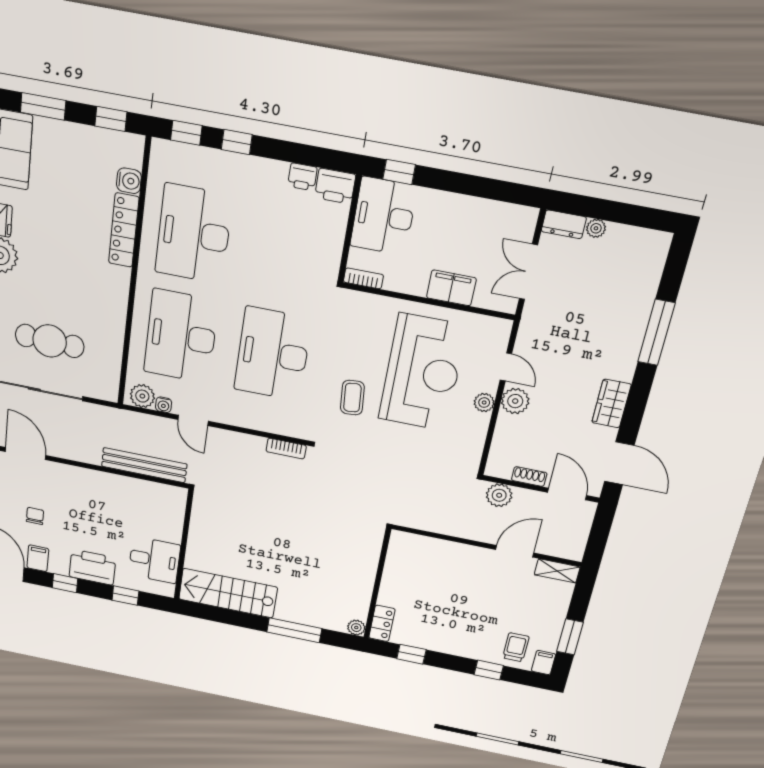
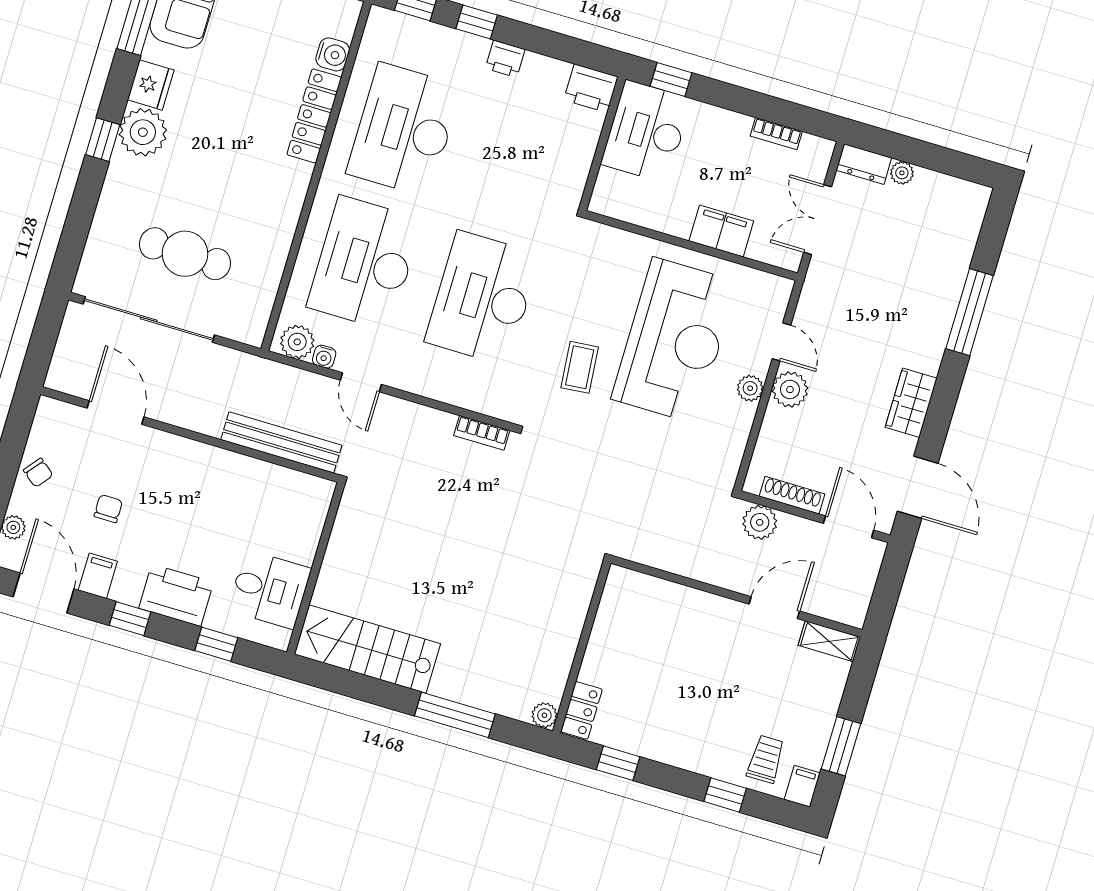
printer: (302, 177) -> (505, 59), moved
bookcase: (363, 278) -> (776, 134), moved, turned 180
shoe rack: (529, 477) -> (792, 495), width x1.43

